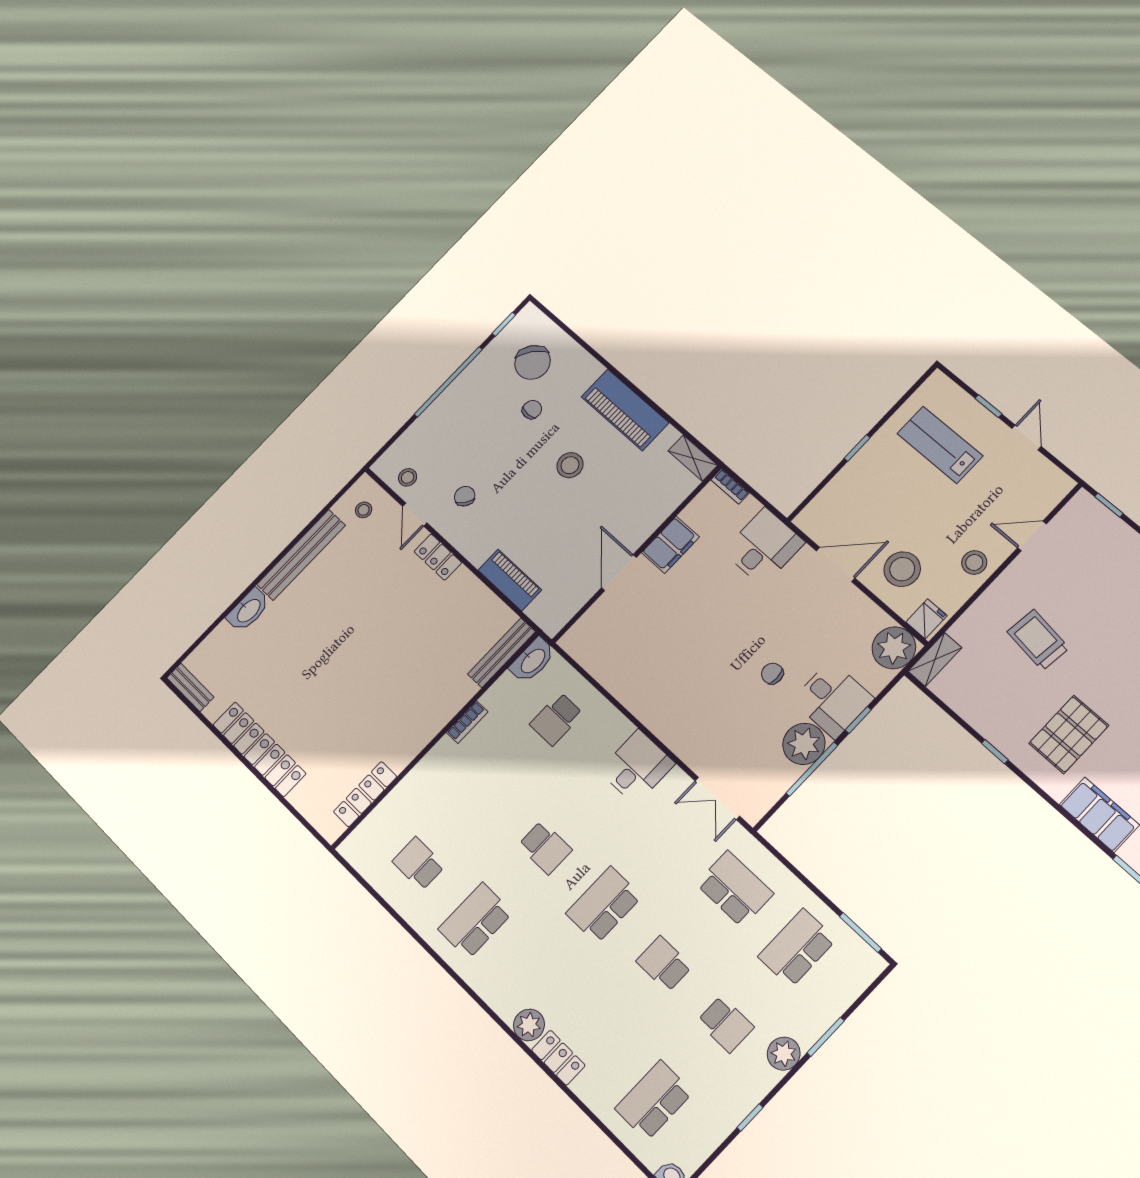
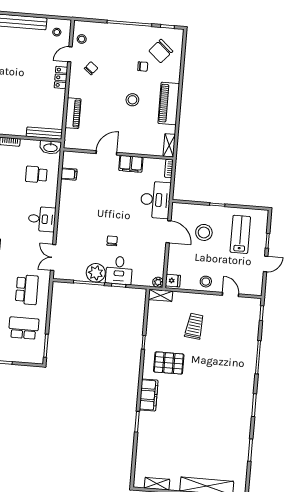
desk: (764, 547) -> (156, 200), width x1.37
stool: (902, 569) -> (204, 232), moved
plant: (894, 648) -> (158, 282), width x0.53, depth x0.53
filing cabinet: (601, 662) -> (69, 174), added

